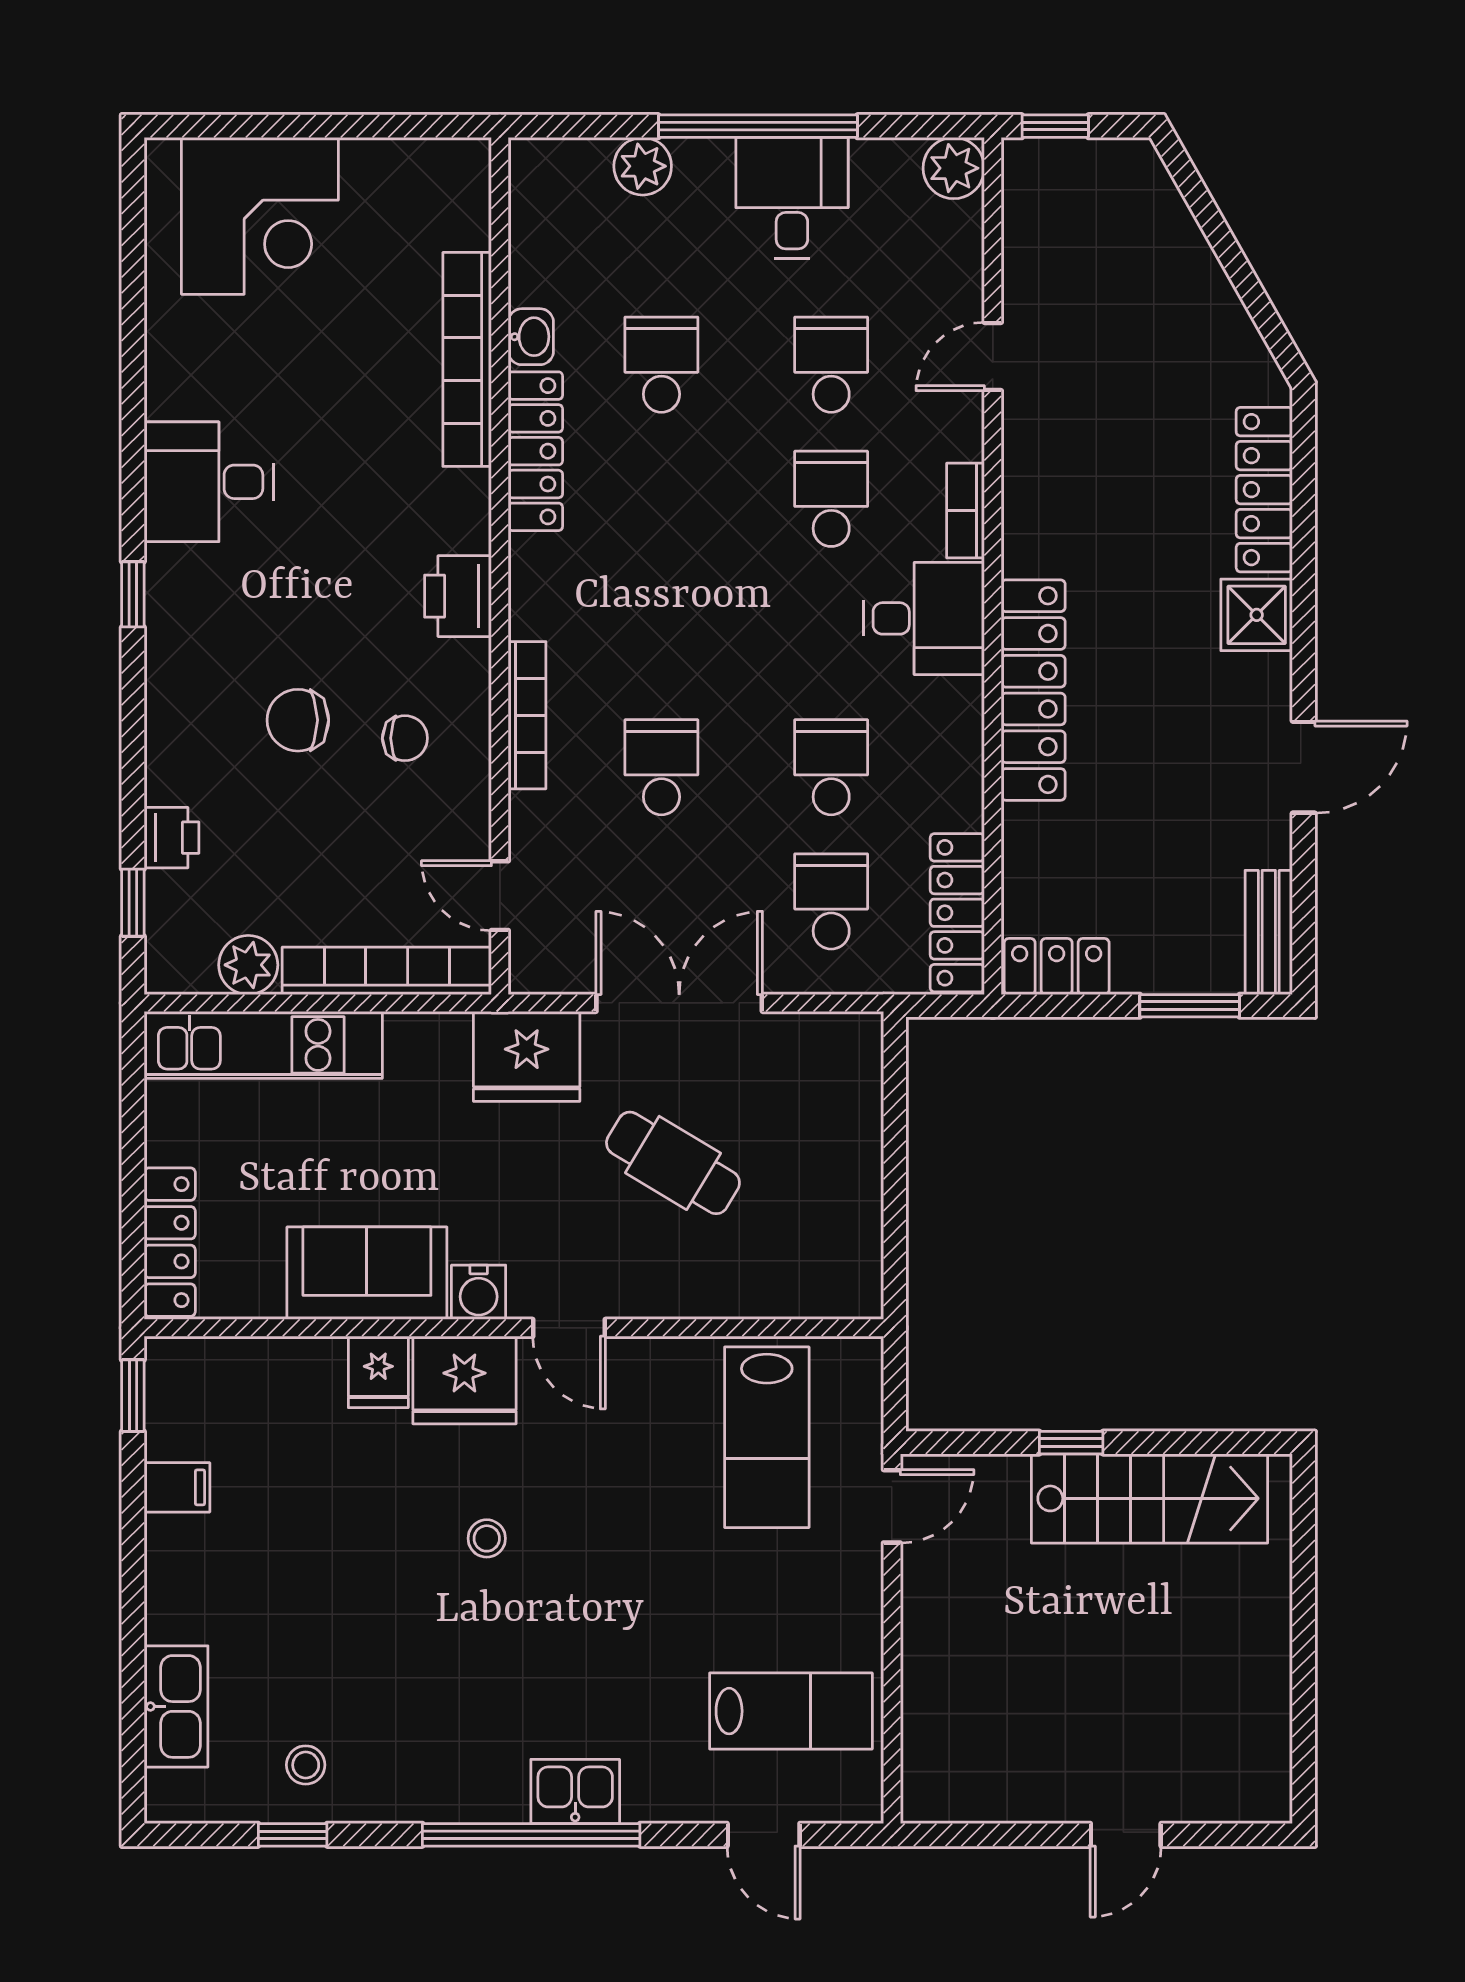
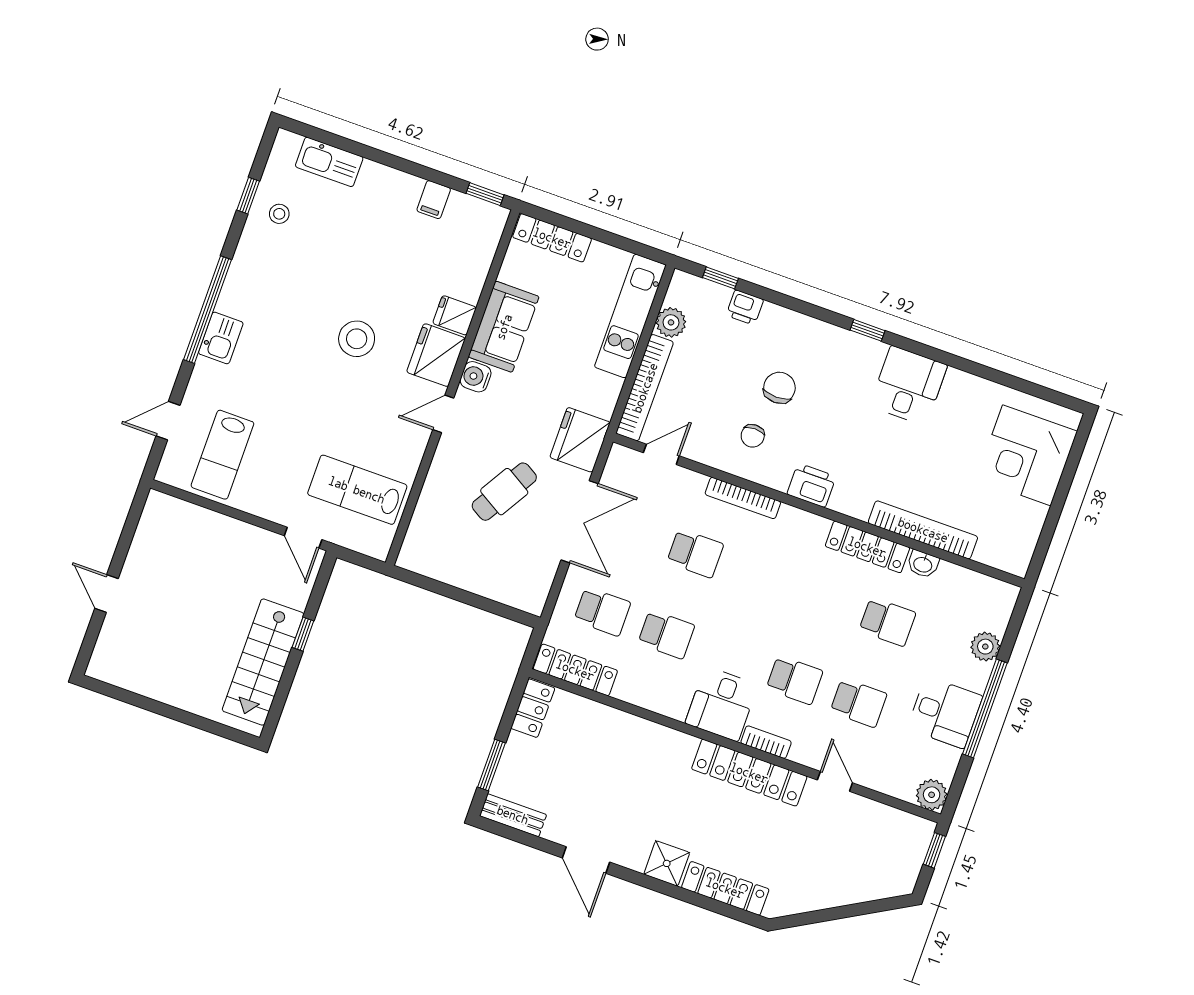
locker: (1033, 690) -> (749, 773), moved
stool: (487, 1538) -> (357, 339), width x1.89, depth x1.89

